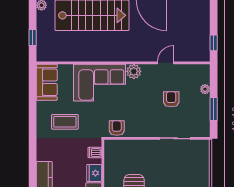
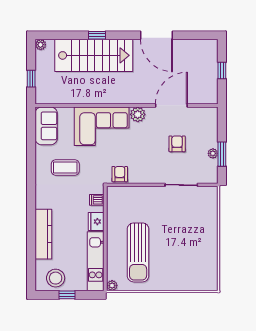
window: (214, 43) -> (222, 70), moved
door: (166, 63) -> (171, 105), width x1.88
plant: (205, 89) -> (213, 153), moved

